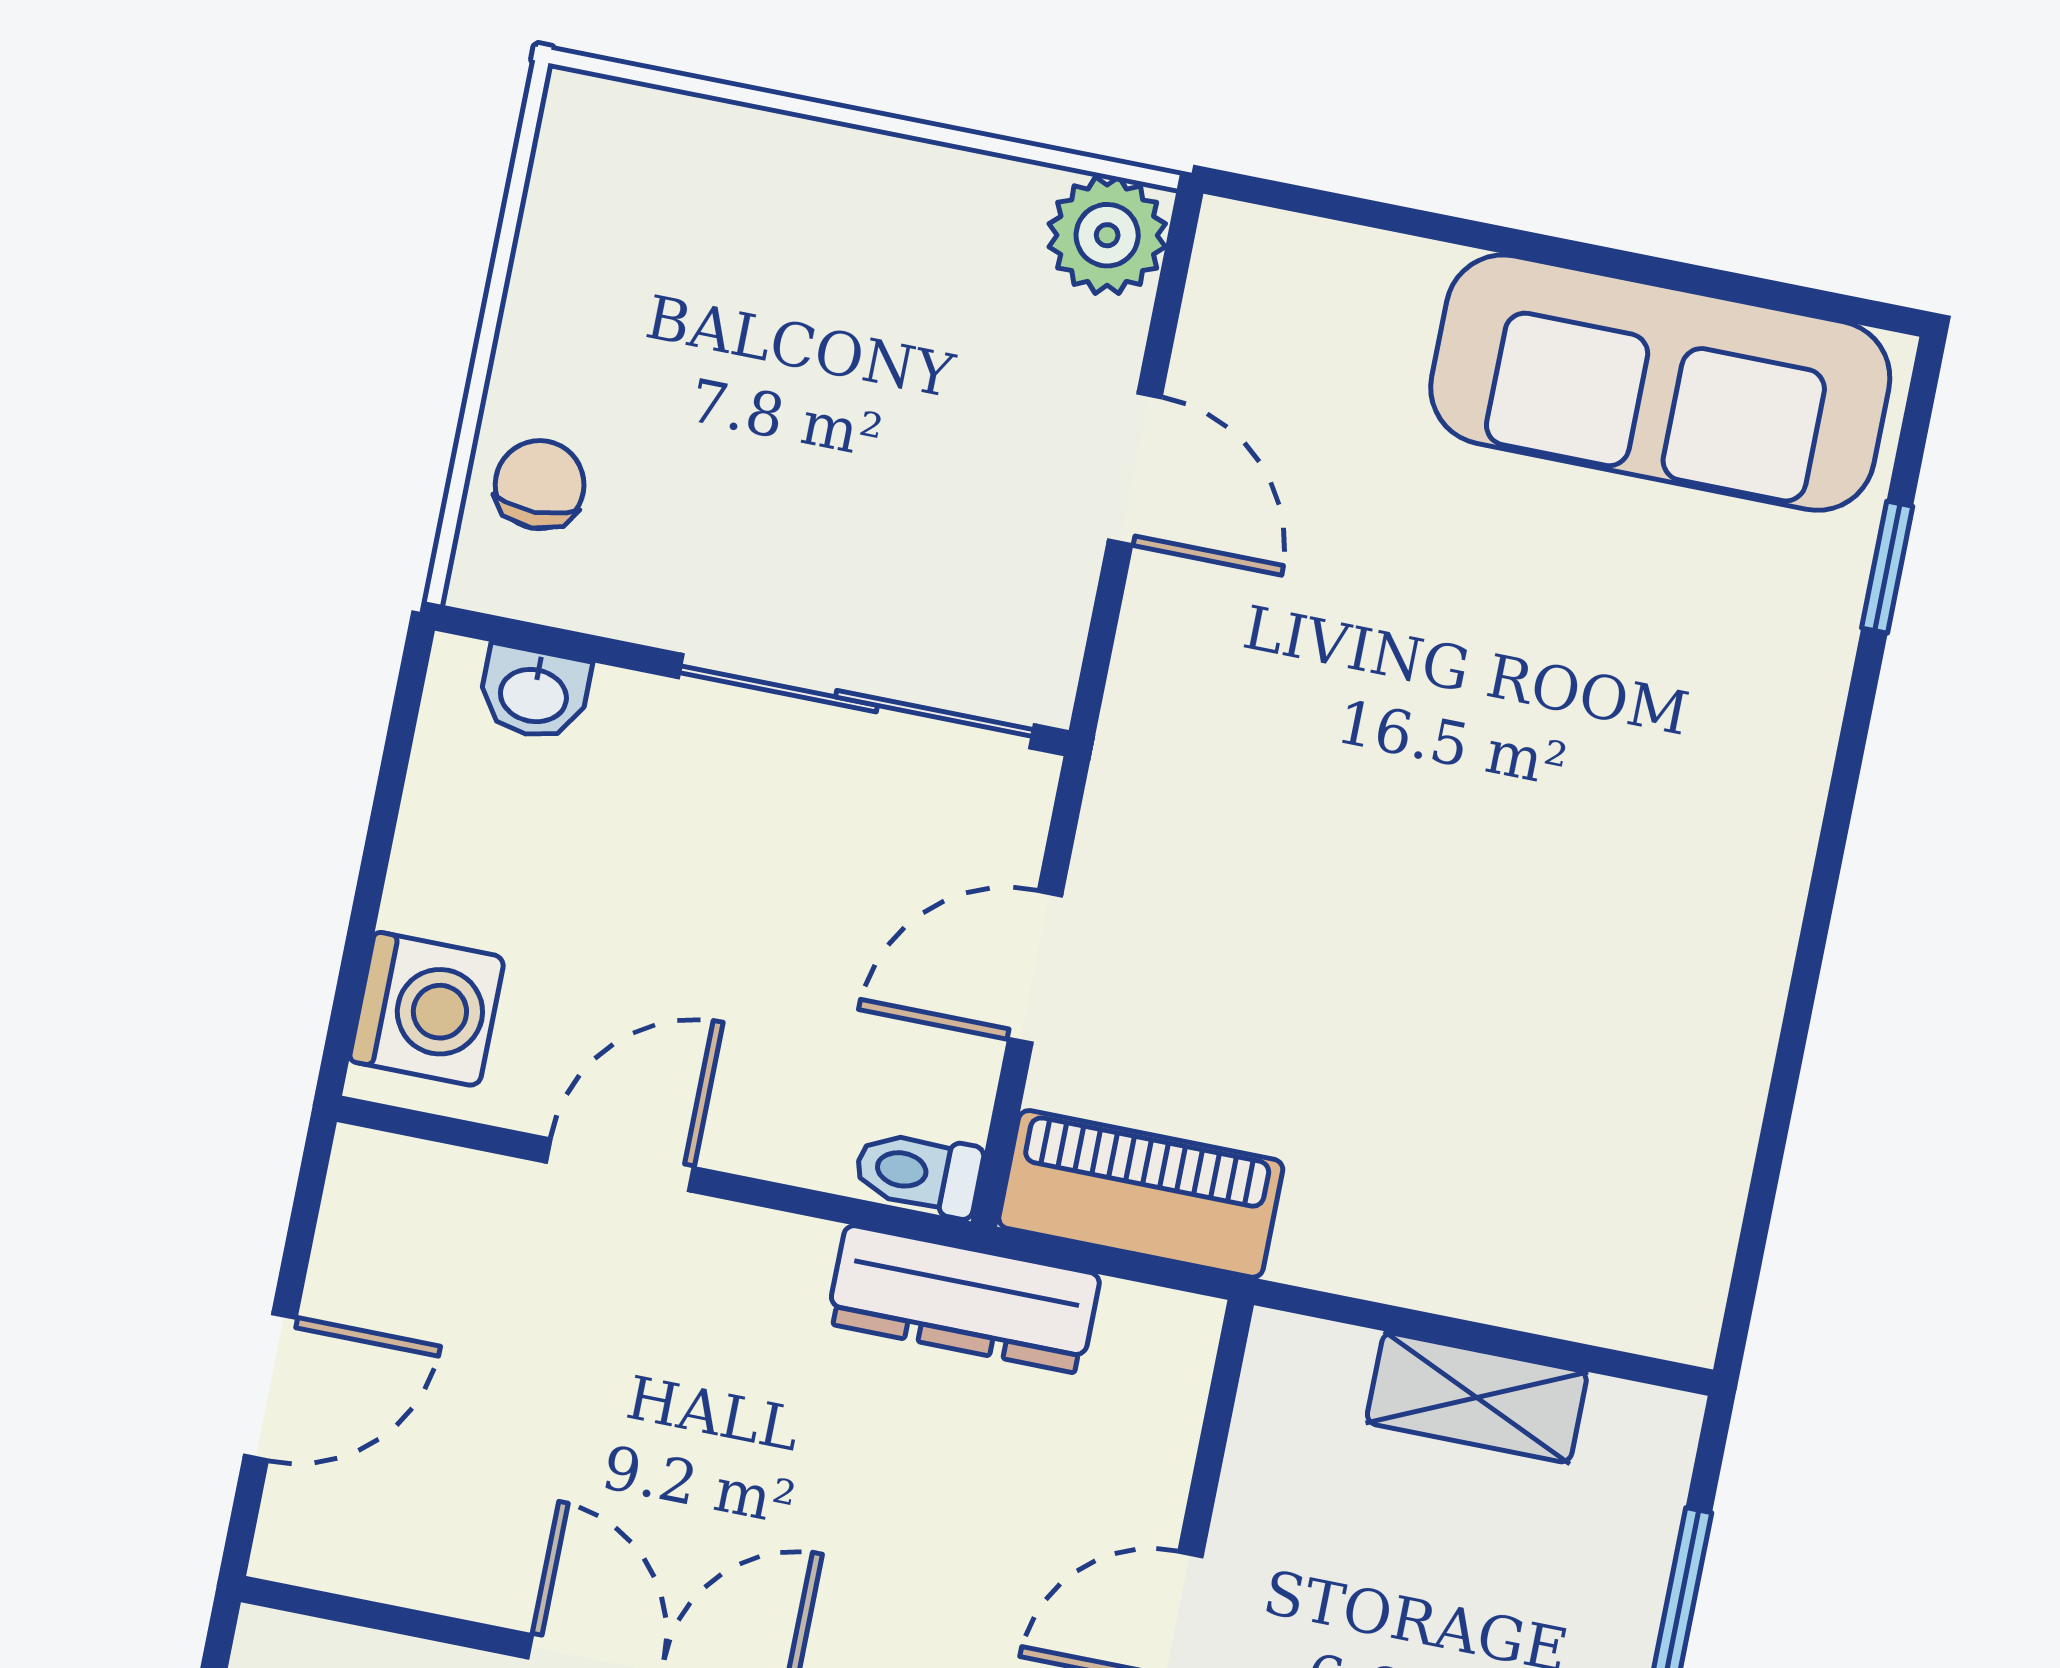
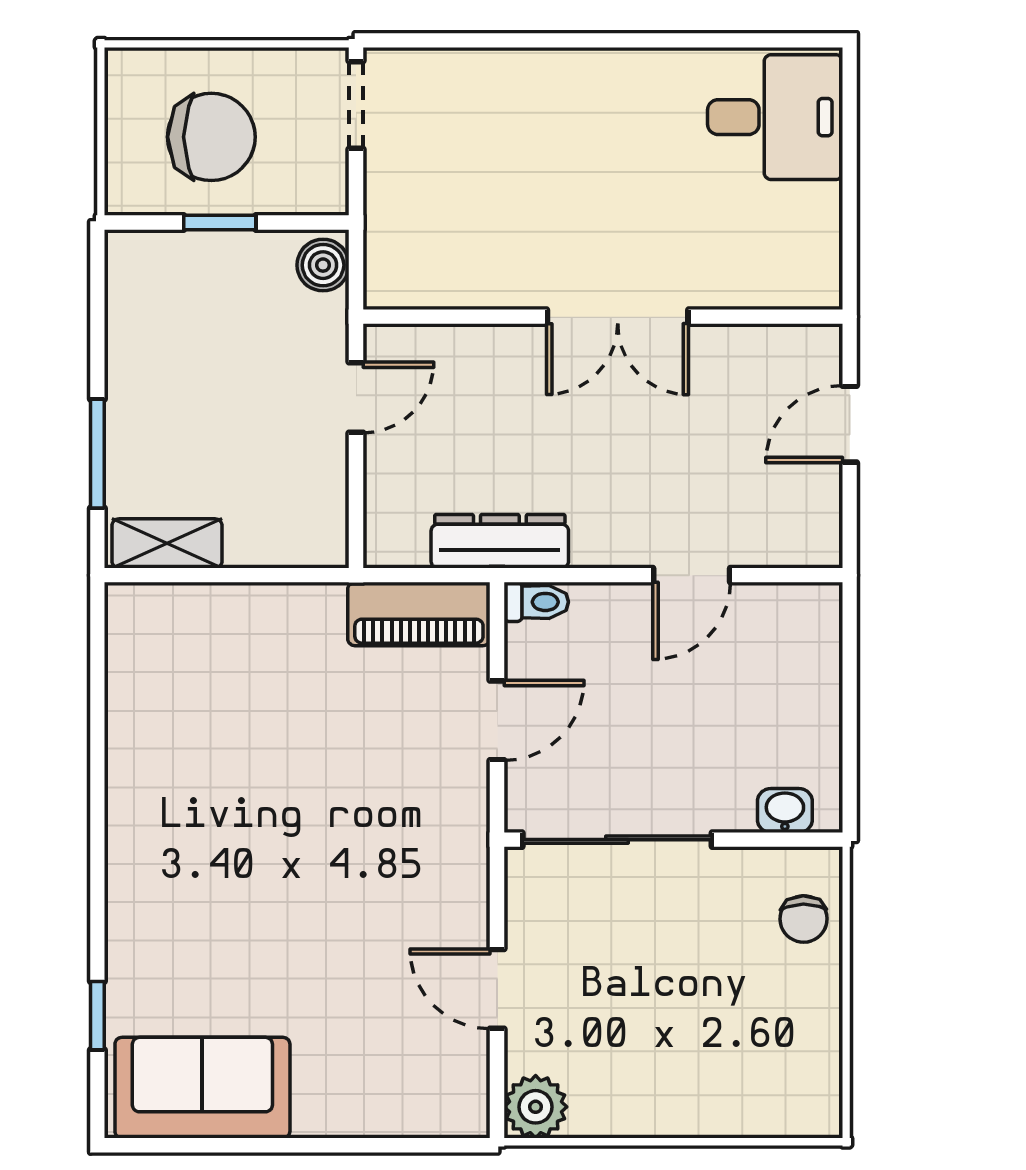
sofa: (1660, 383) -> (202, 1088), width x0.73
washing machine: (427, 1009) -> (808, 636), removed
shelving: (1477, 1397) -> (167, 543), moved

